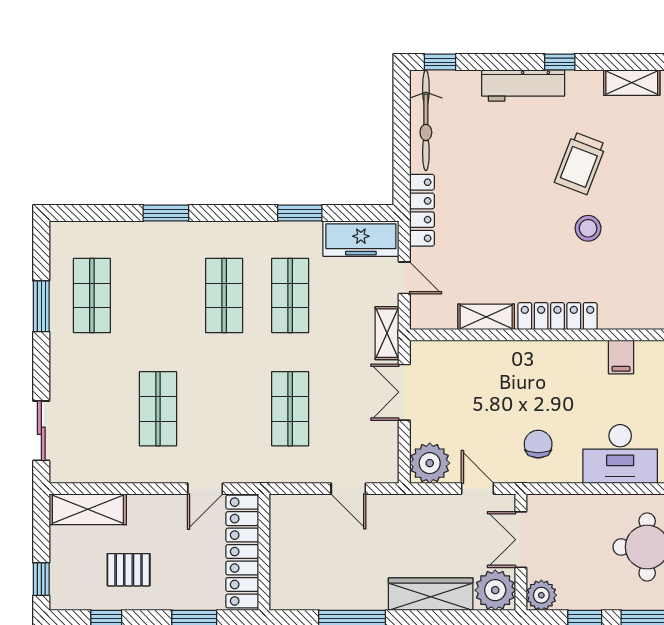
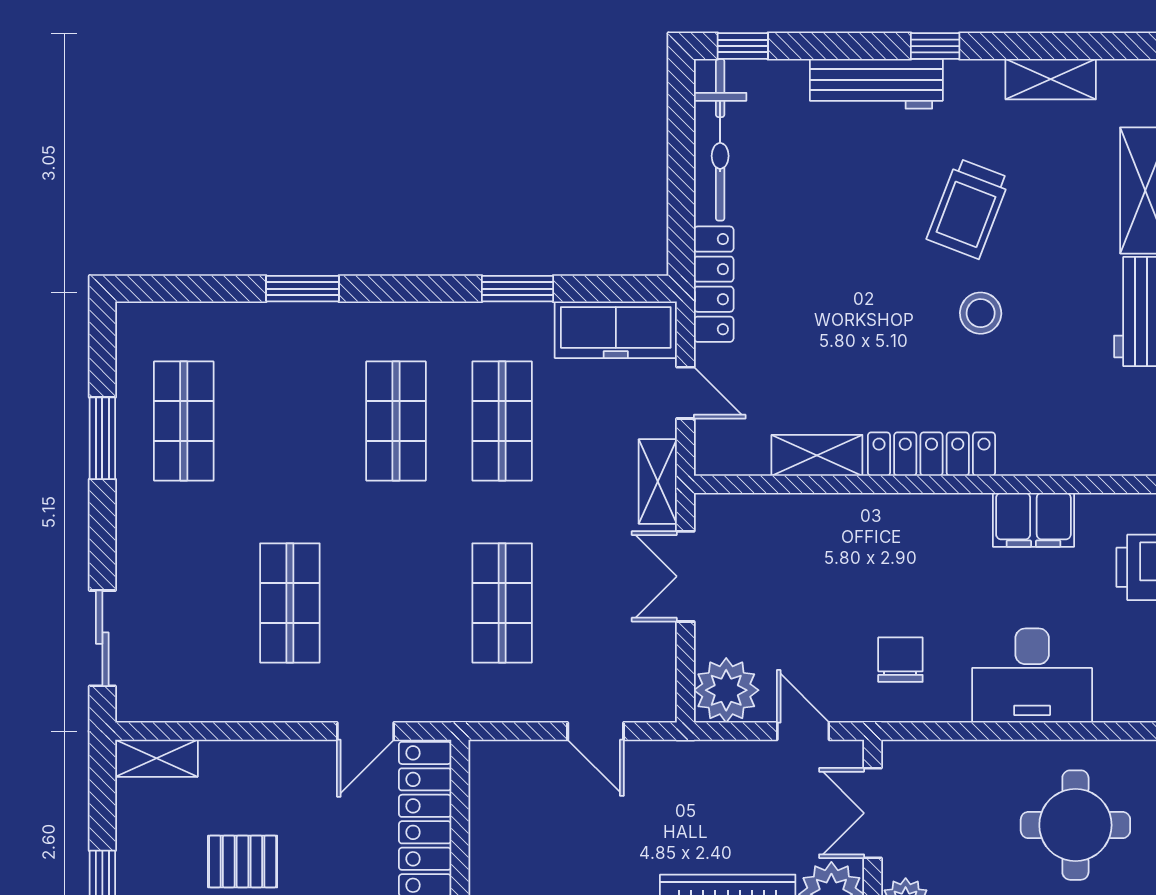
filing cabinet: (621, 357) -> (1033, 520), width x2.00
shelving: (88, 509) -> (156, 758), width x0.67, depth x0.75

